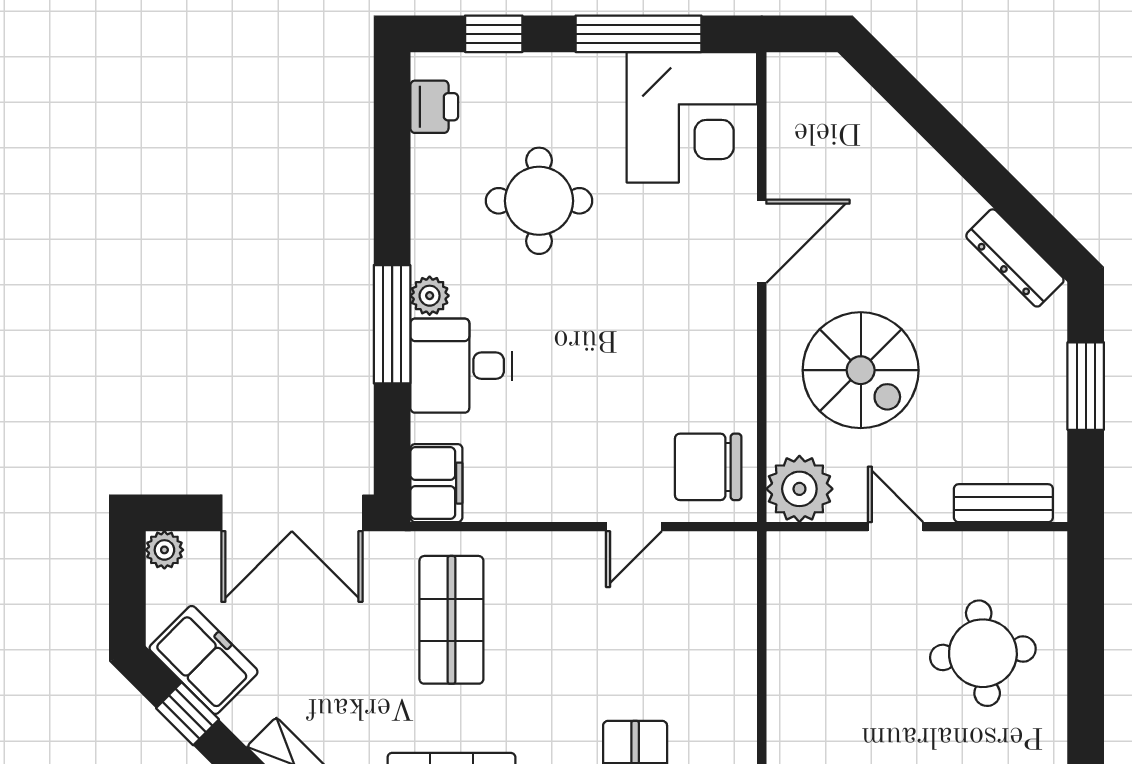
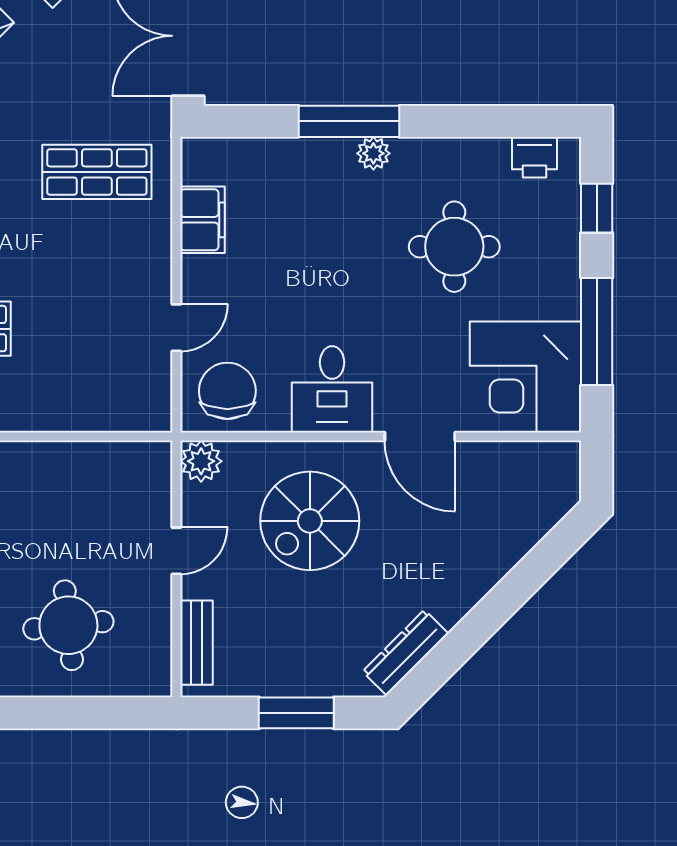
desk: (461, 366) -> (332, 389), moved, turned 180
filing cabinet: (436, 483) -> (202, 220), moved, turned -90
plant: (799, 489) -> (201, 461), width x0.73, depth x0.73
door: (634, 527) -> (176, 328), swing flipped

